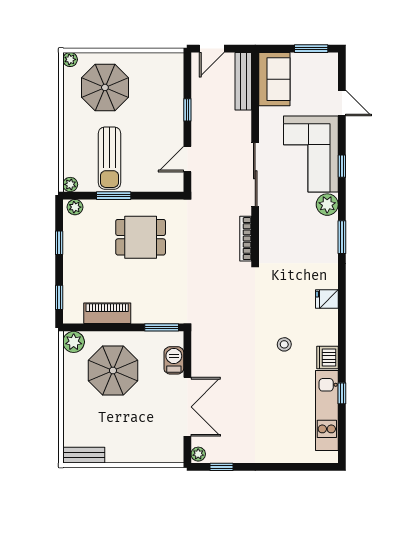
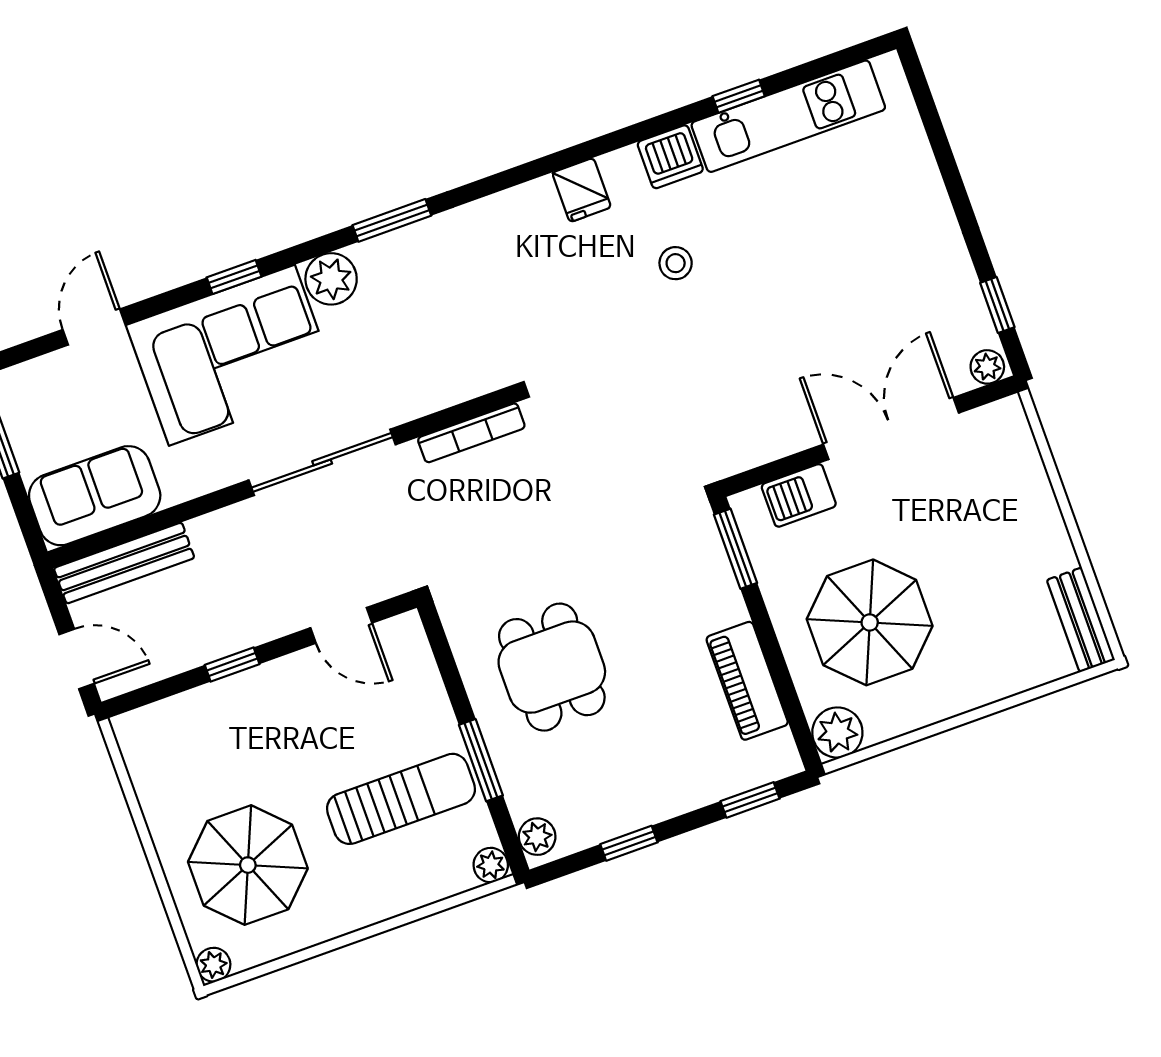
fridge: (327, 299) -> (582, 190), moved

